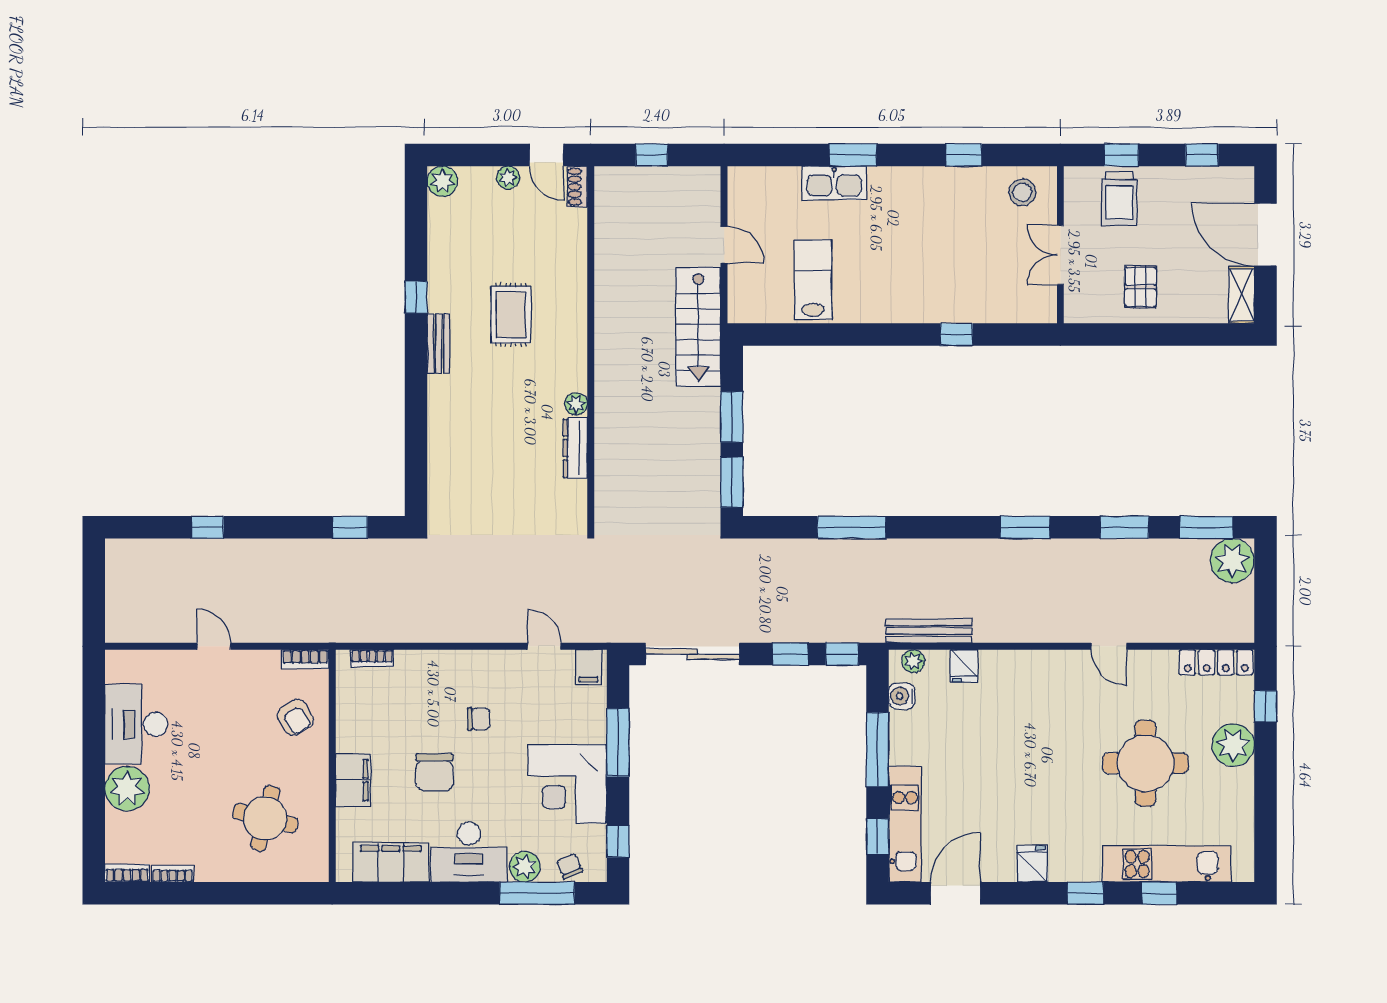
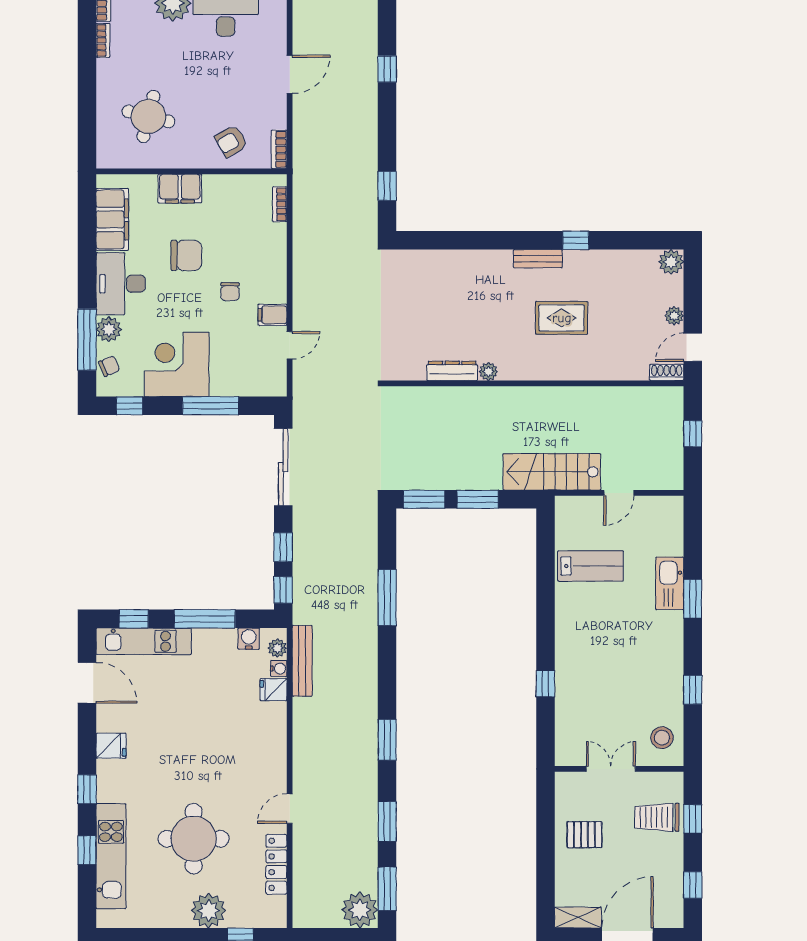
door: (214, 646) -> (290, 74), width x1.38
water cooler: (938, 660) -> (279, 668), added
locker: (1216, 662) -> (276, 864), moved
filing cabinet: (588, 667) -> (272, 315), moved
chair: (435, 772) -> (186, 255), turned 180

